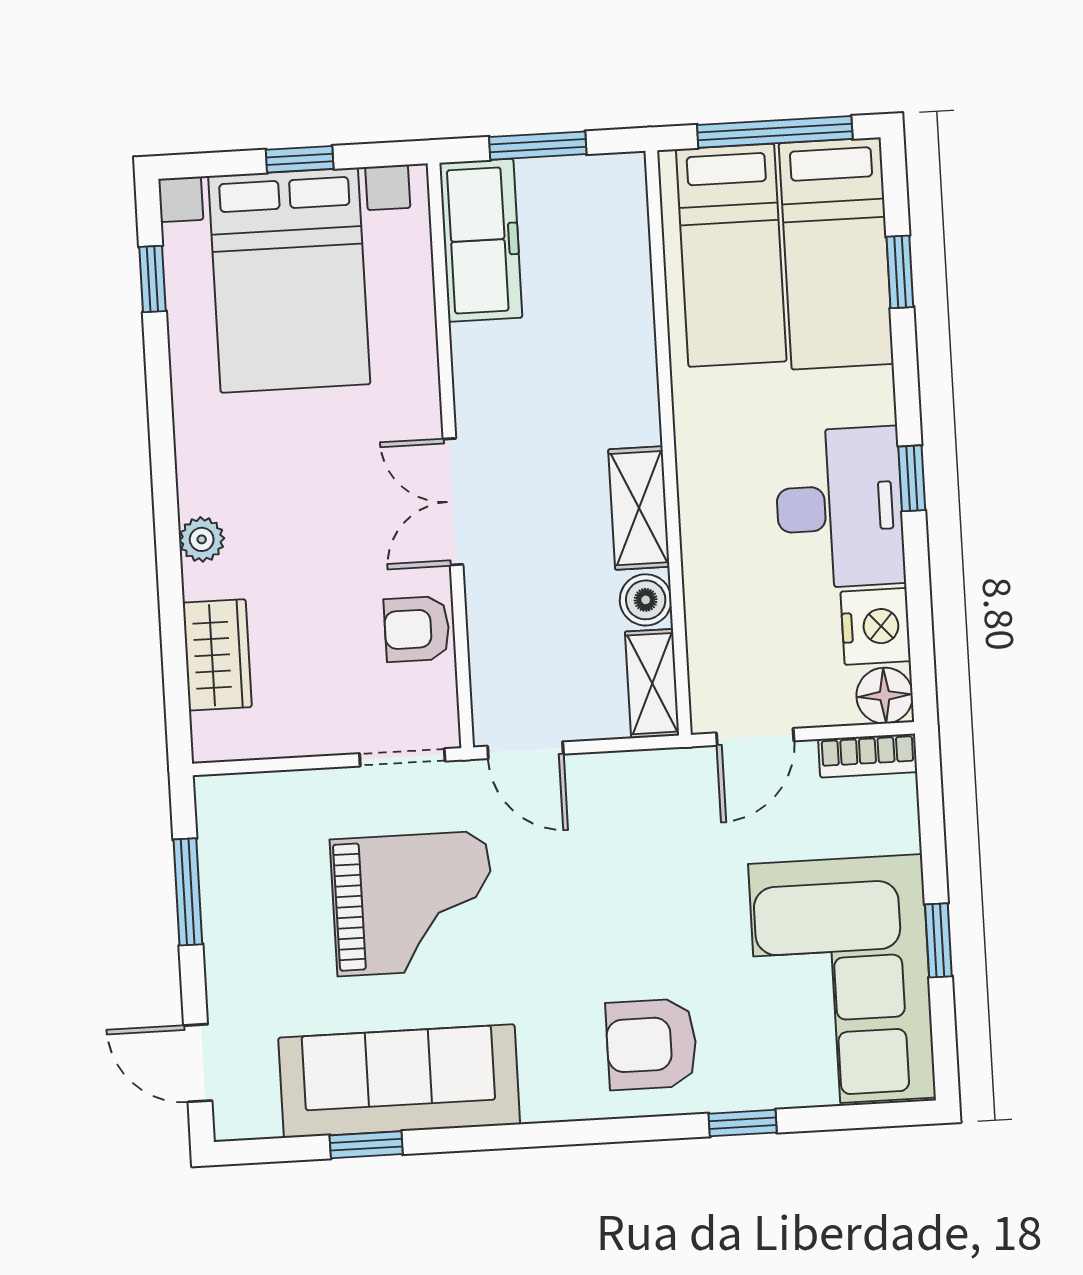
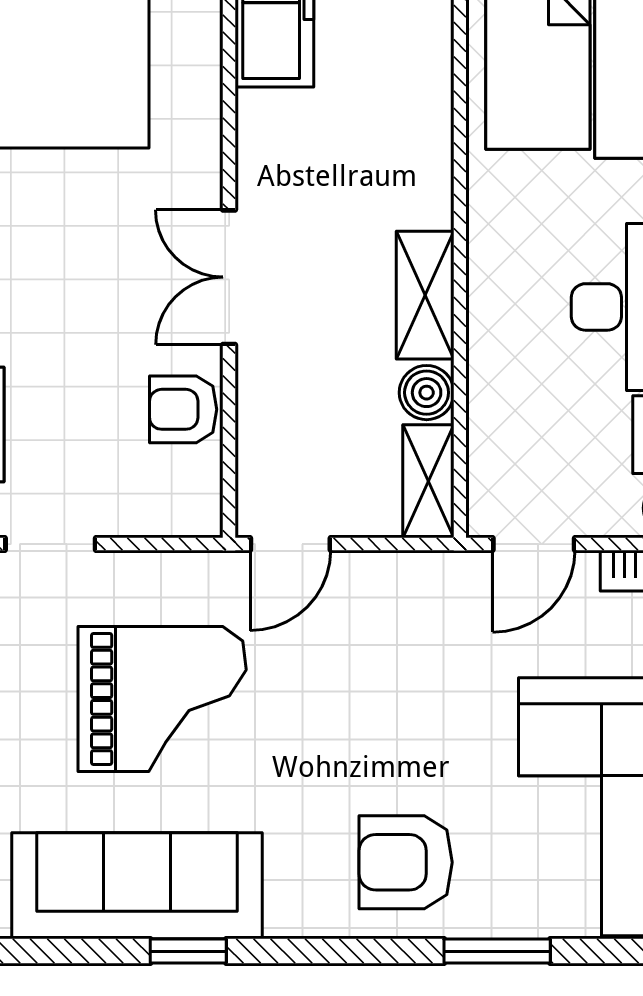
door: (525, 750) -> (290, 544), hinge flipped
doorway: (402, 757) -> (50, 544), moved
window: (743, 1123) -> (497, 951), width x1.50
window: (366, 1145) -> (188, 951), moved

